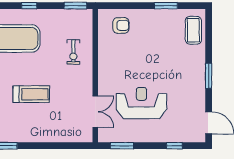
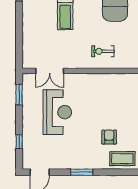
armchair: (121, 25) -> (109, 137), moved, turned 180

